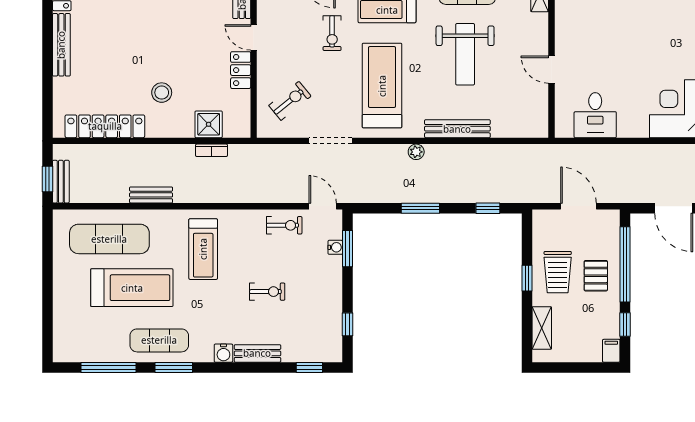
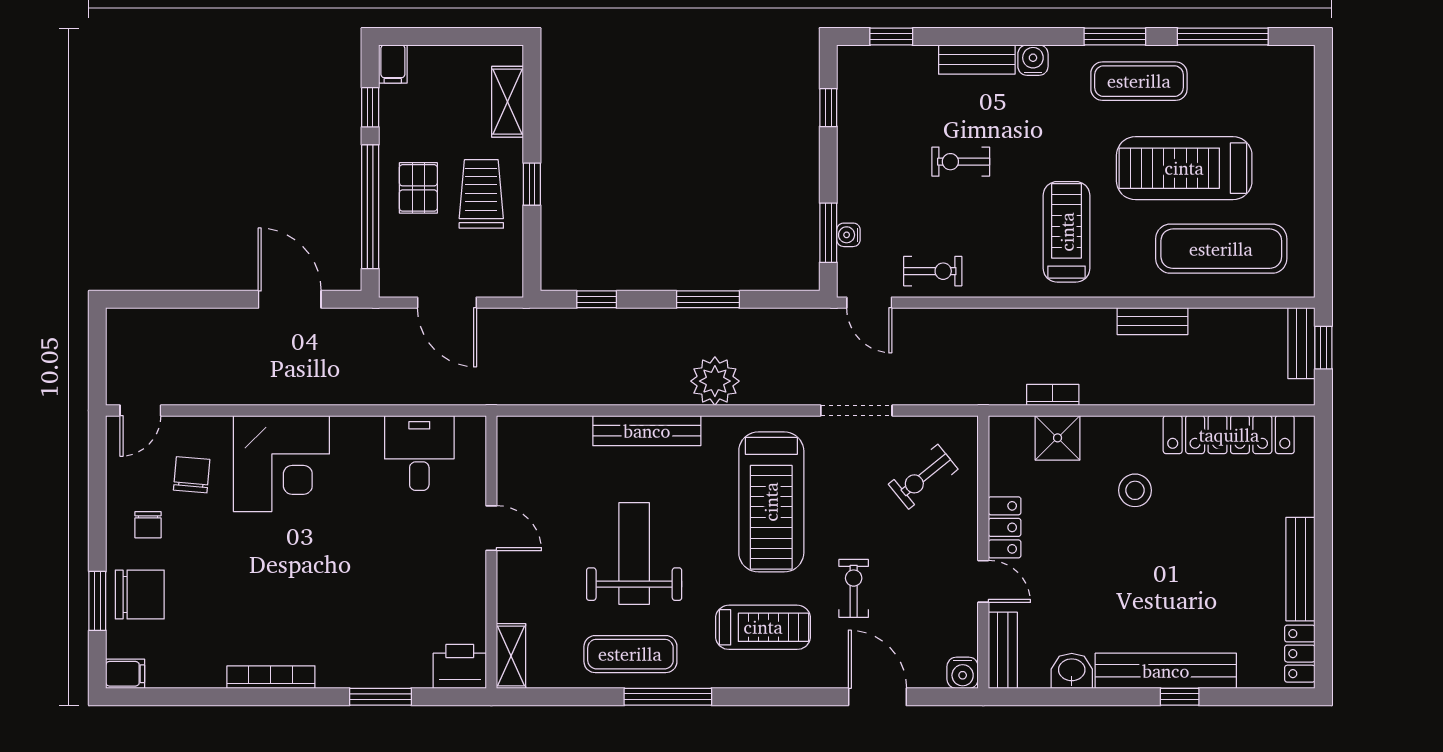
plant: (416, 152) -> (715, 381), width x1.88, depth x1.88
exercise bike: (284, 225) -> (933, 271), turned 180

